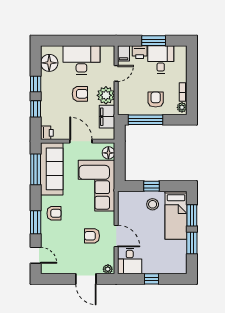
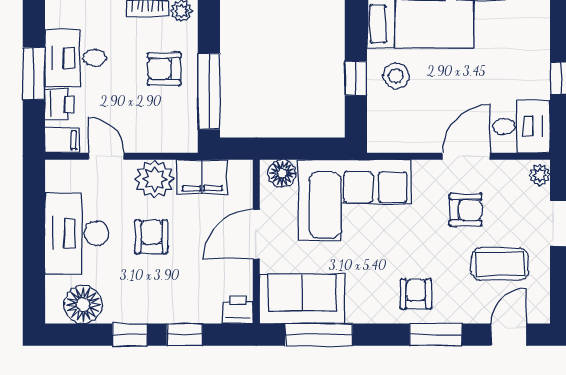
sofa: (52, 169) -> (302, 299), width x0.73
armchair: (92, 236) -> (466, 210), turned -90
coffee table: (67, 251) -> (500, 264), added

